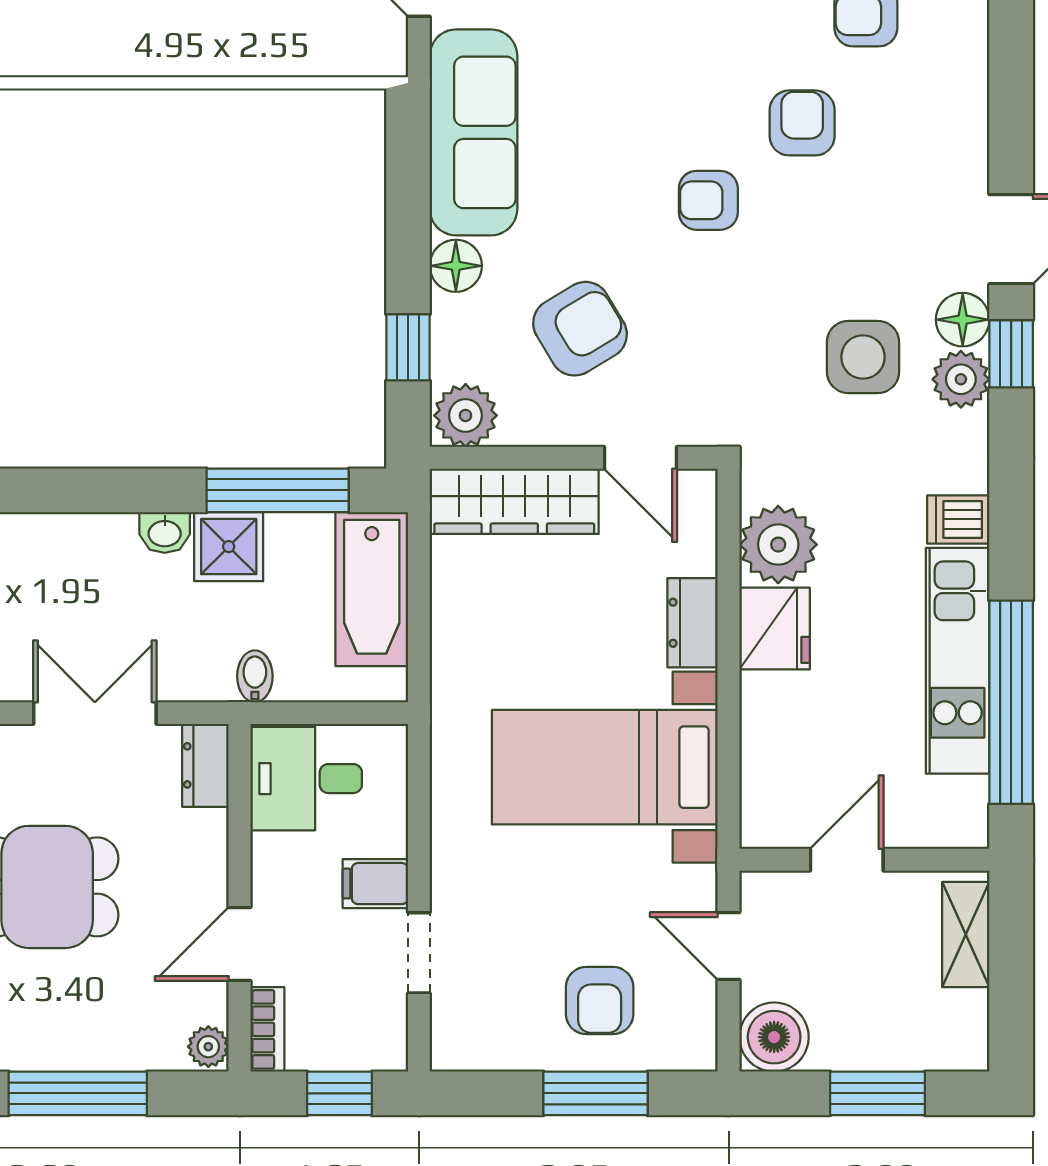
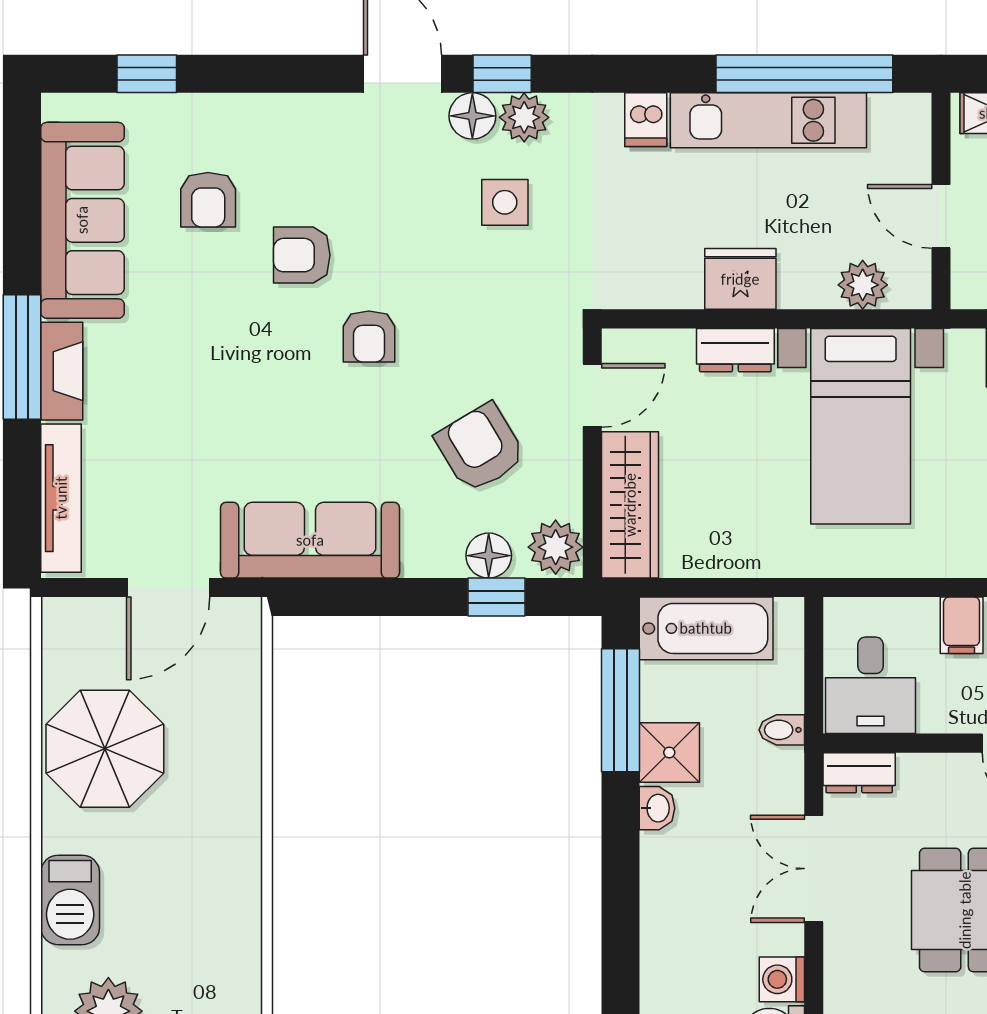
floor lamp: (456, 266) -> (489, 556), moved
side table: (863, 357) -> (505, 202), width x0.73, depth x0.73
plant: (778, 545) -> (863, 285), moved, width x0.73, depth x0.73

